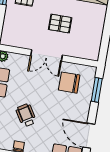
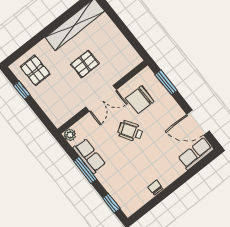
wheelchair: (26, 115) -> (130, 131), moved

